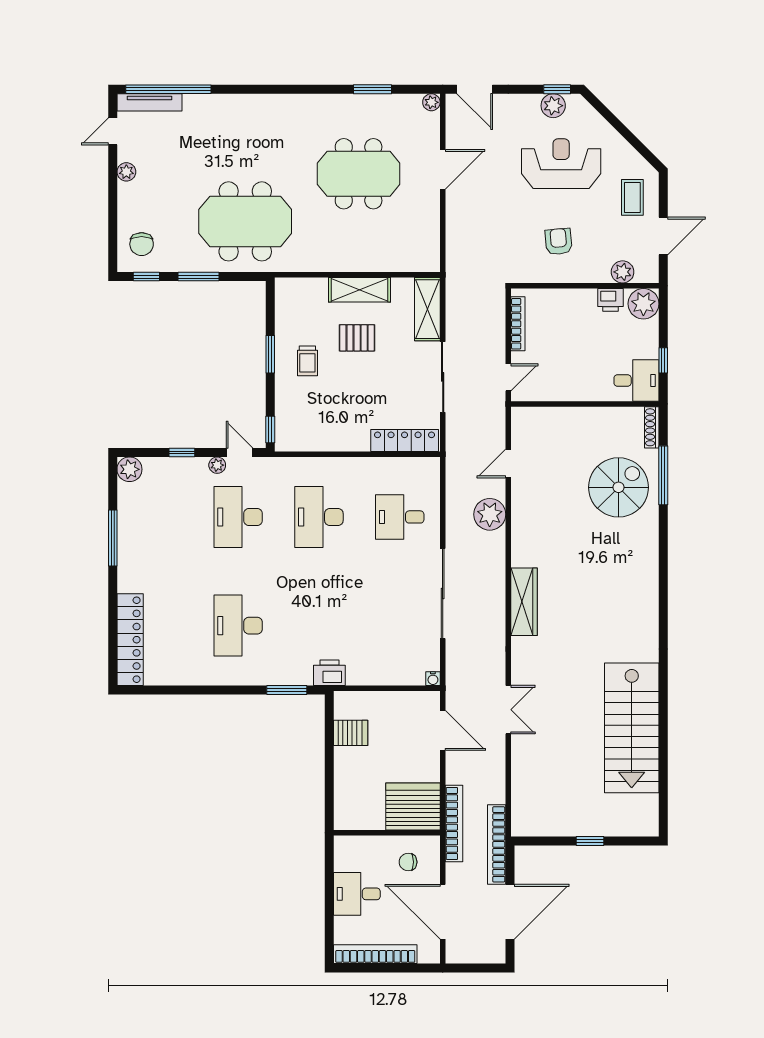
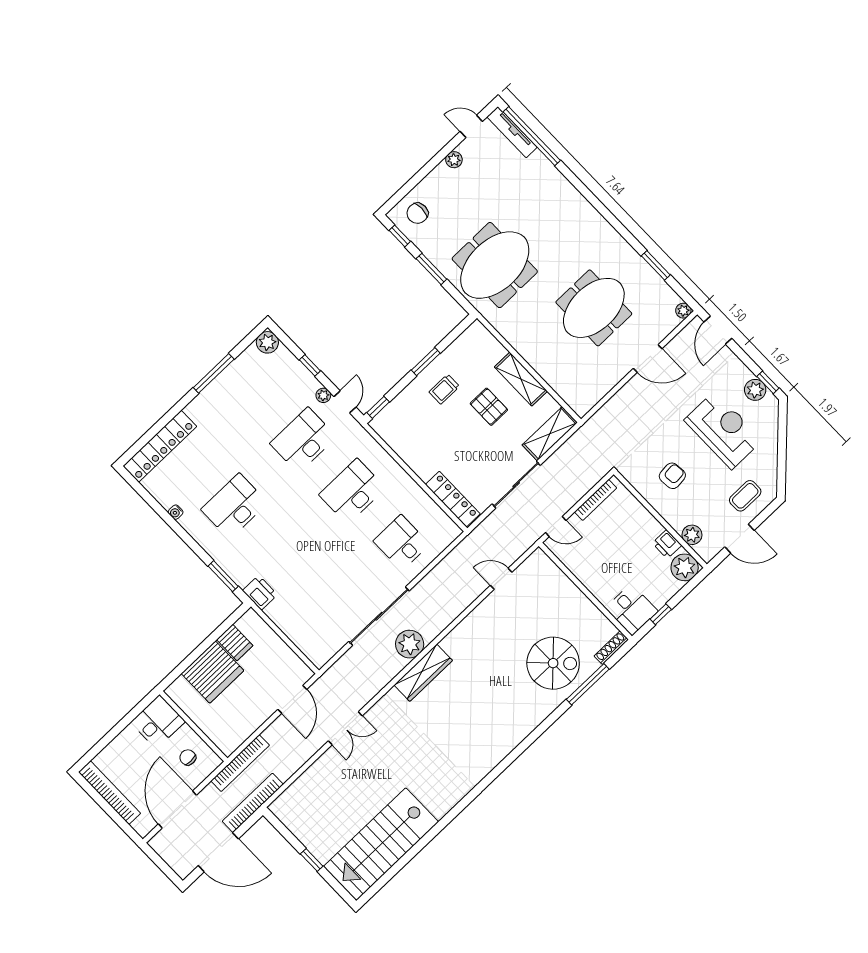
meeting table: (359, 174) -> (594, 308), turned 90
meeting table: (245, 221) -> (495, 265), turned 90
plant: (490, 514) -> (410, 644), moved
water cooler: (433, 679) -> (176, 512), moved
stairs: (632, 728) -> (381, 844), moved
server rack: (413, 807) -> (213, 672), moved, turned 90
desk: (357, 894) -> (158, 722), moved, turned 90

